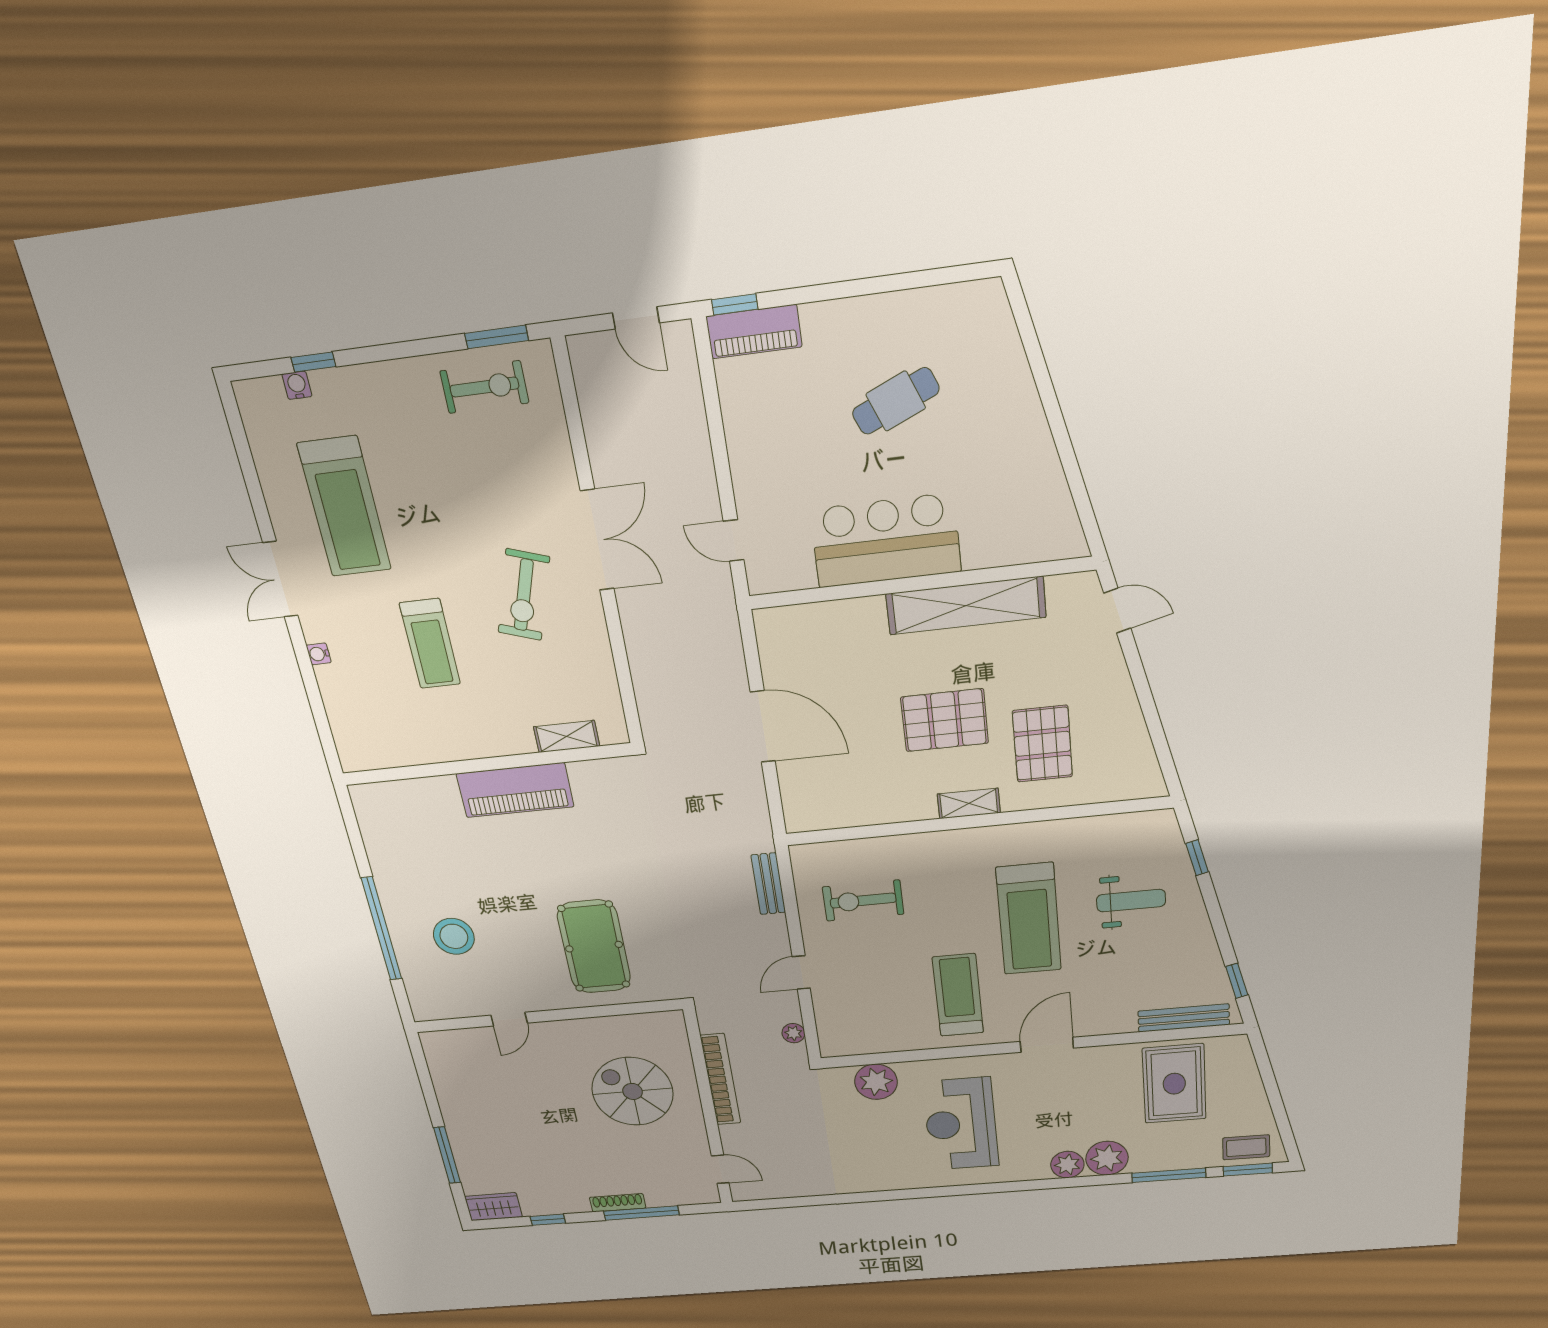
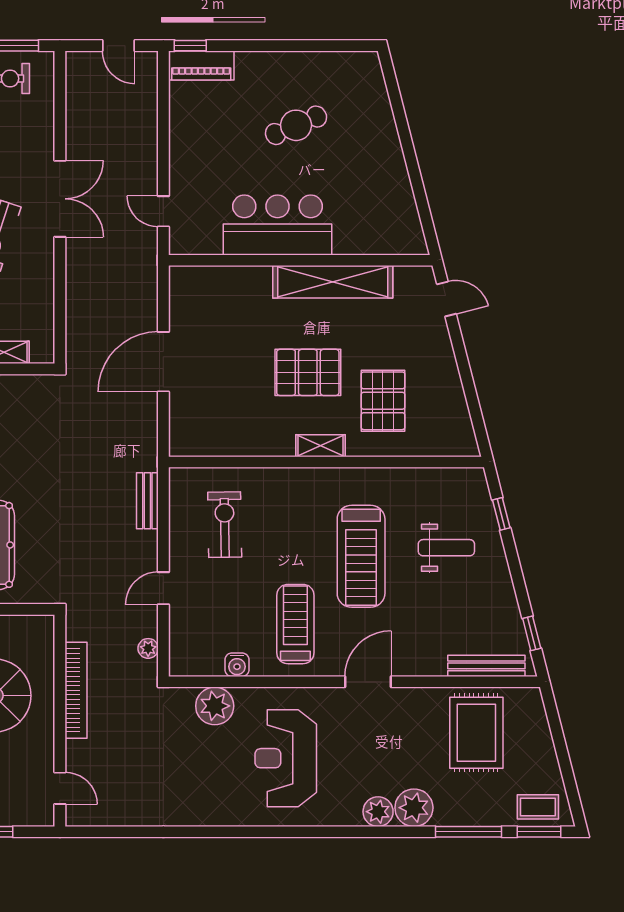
door: (763, 727) -> (163, 362), swing flipped
exercise bike: (863, 901) -> (225, 525), turned 89
water cooler: (896, 1041) -> (237, 665), added

